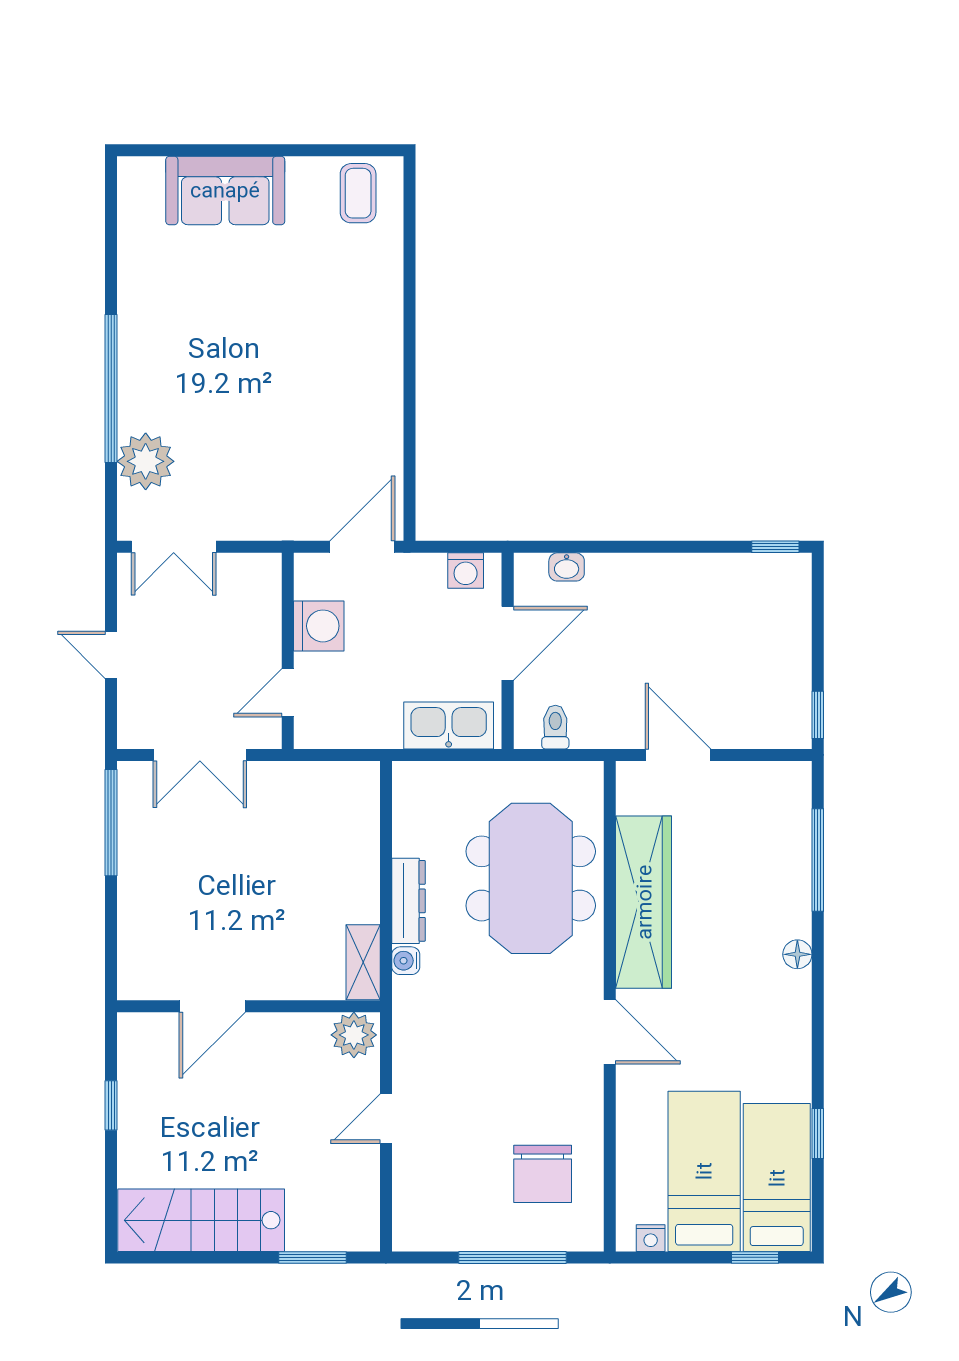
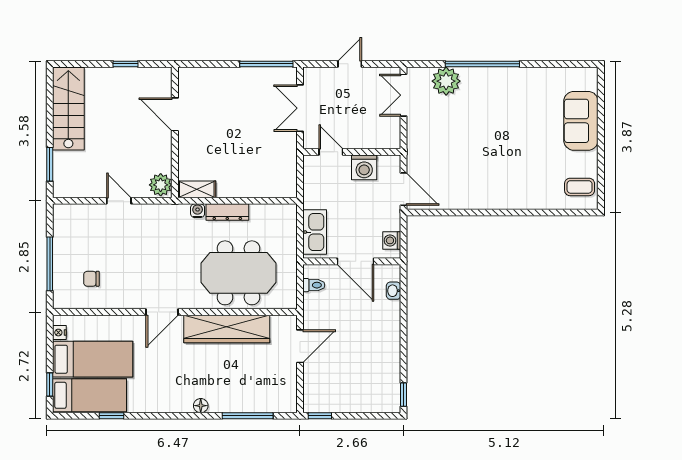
chair: (543, 1174) -> (91, 279), width x0.54, depth x0.54

